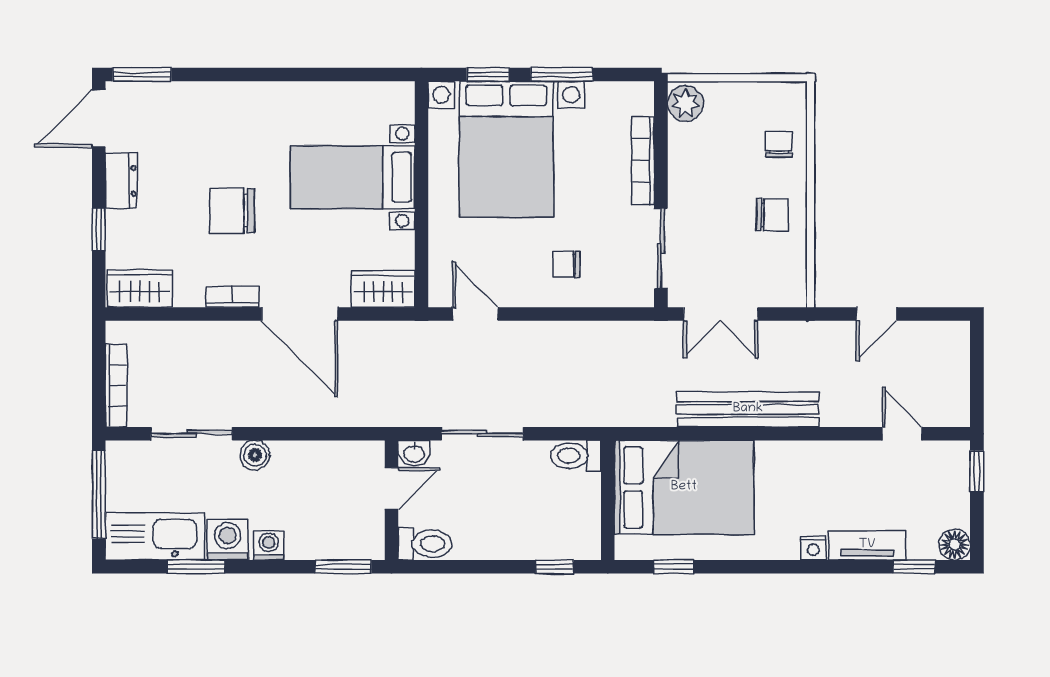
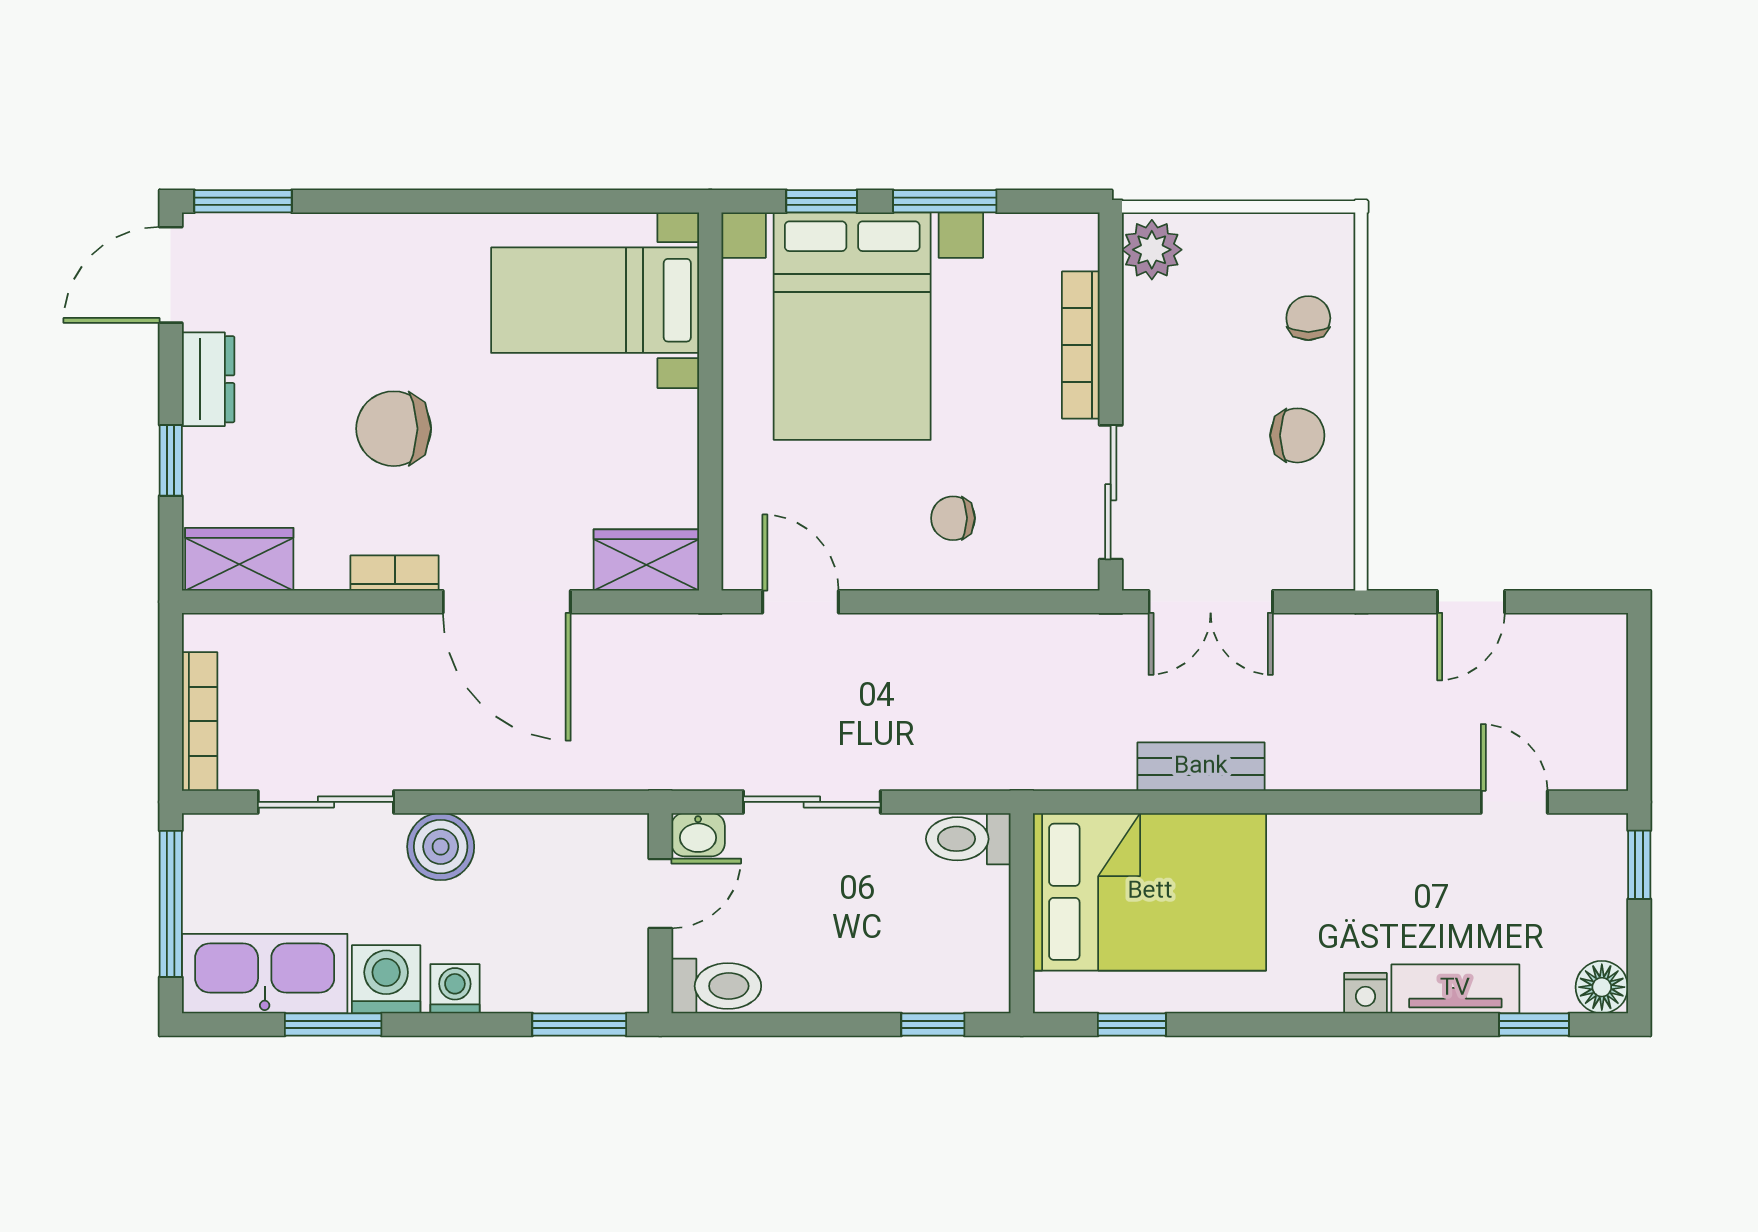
bed with nightstands: (353, 177) -> (595, 300), moved
bench: (748, 409) -> (1201, 767), width x0.54, depth x0.82
boiler: (255, 455) -> (441, 847), width x1.36, depth x1.36

